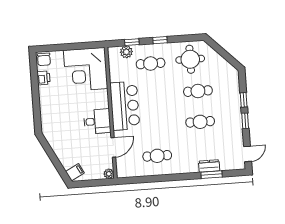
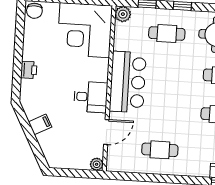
plant: (126, 52) -> (123, 14), moved
printer: (44, 78) -> (29, 70), moved
filing cabinet: (75, 172) -> (40, 124), moved

